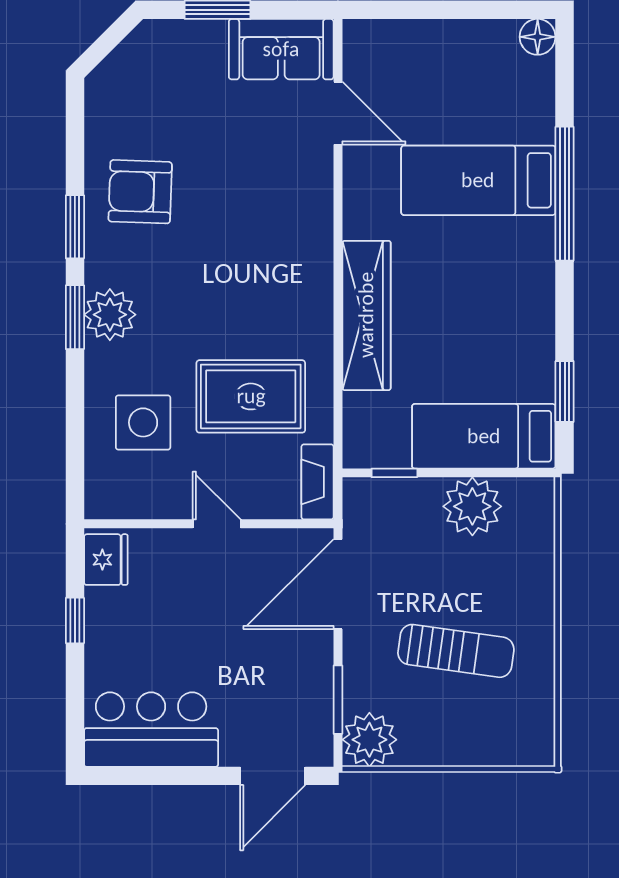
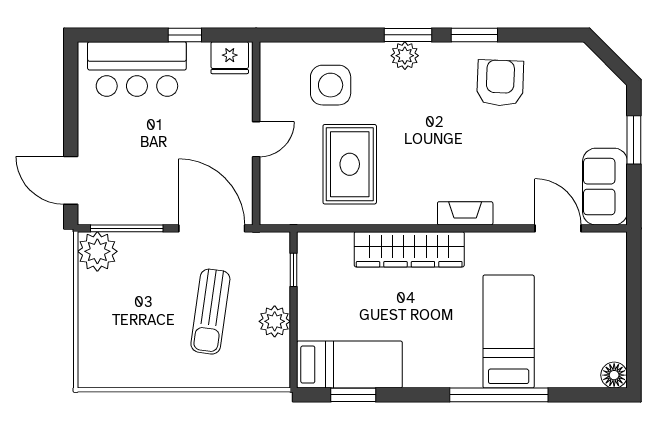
door: (338, 113) -> (558, 228), swing flipped
plant: (110, 315) -> (405, 56), width x0.73, depth x0.73
bed: (484, 436) -> (349, 365), moved, turned 90
fireplace: (318, 482) -> (465, 213), moved
plant: (472, 506) -> (275, 321), width x0.73, depth x0.73
sun lounger: (456, 651) -> (210, 312), moved
window: (338, 700) -> (127, 228), width x1.44
bar counter: (151, 730) -> (137, 69), moved, turned 90

